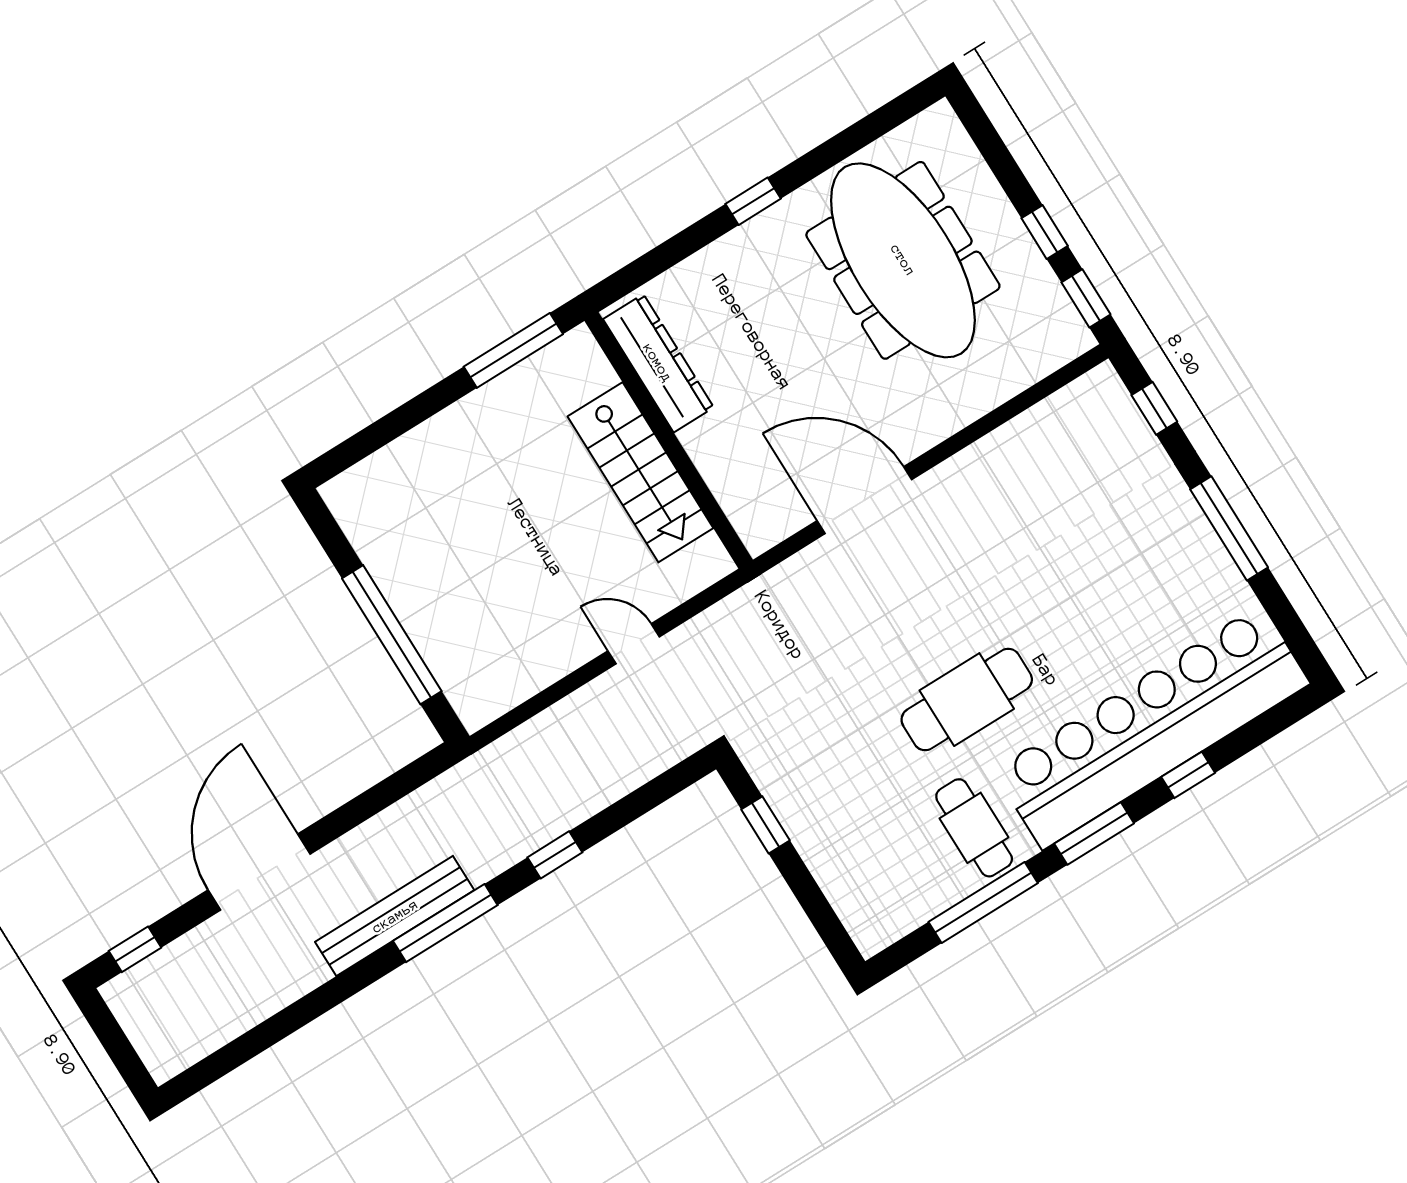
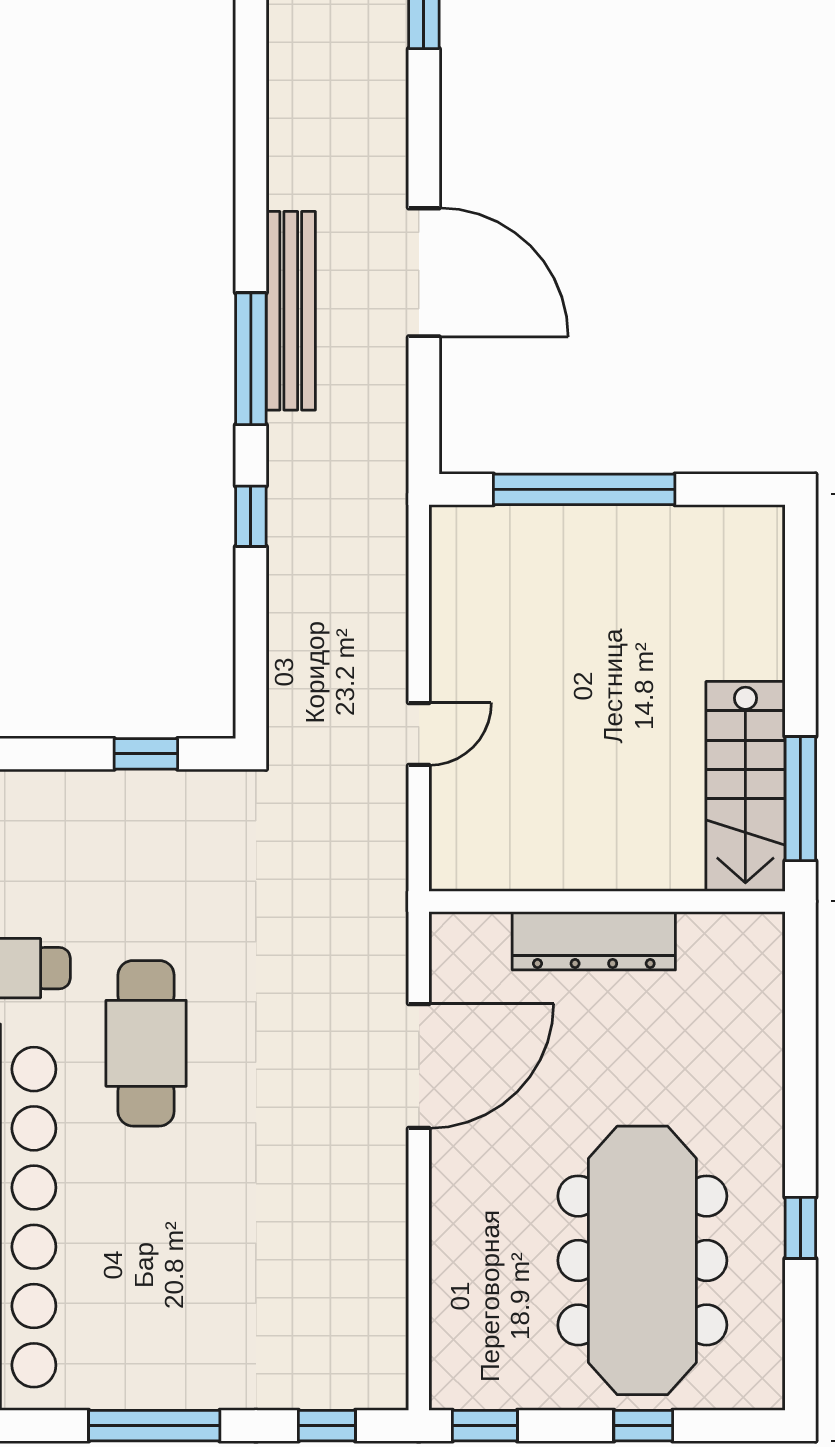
window: (753, 201) -> (800, 1228), moved
window: (1045, 232) -> (643, 1426), moved
meeting table: (903, 260) -> (642, 1260), turned 90
dresser: (658, 363) -> (594, 941), moved
stairs: (640, 472) -> (745, 786), moved, turned -90
door: (259, 872) -> (424, 272), moved

